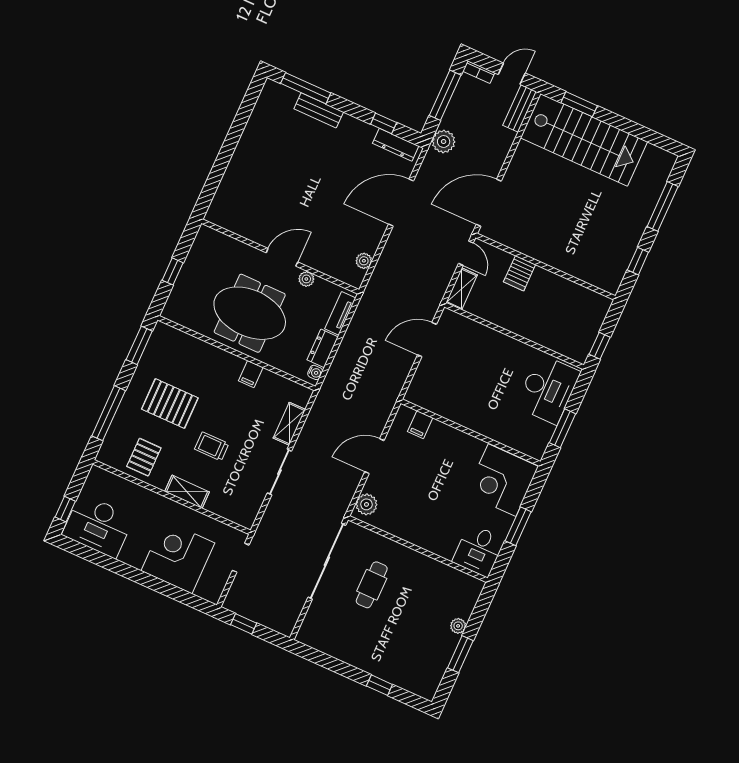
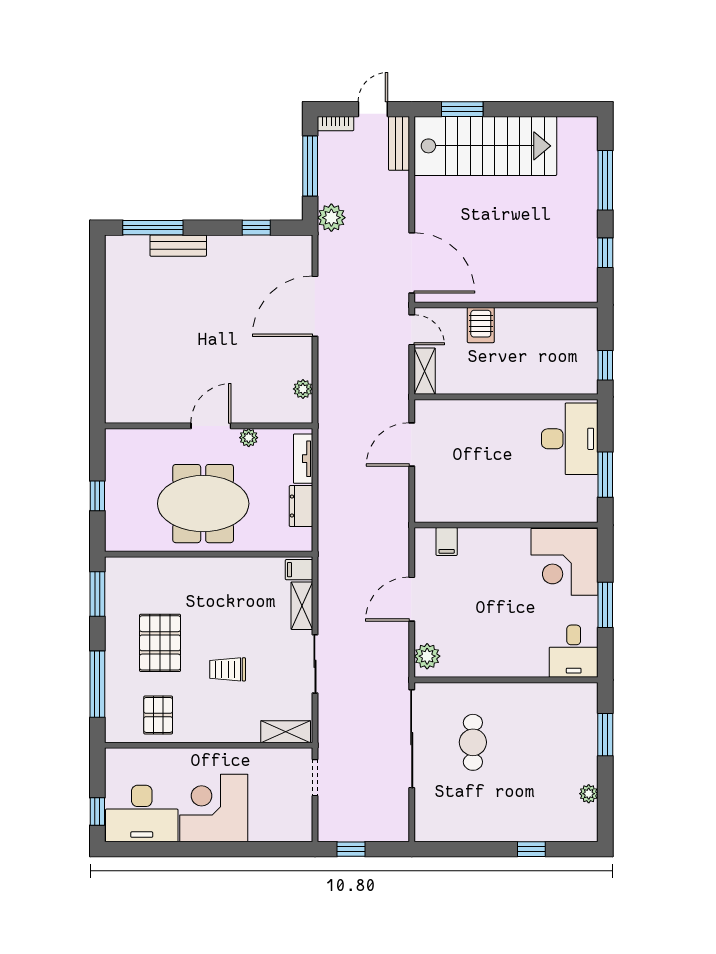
dresser: (396, 145) -> (280, 245), removed
door: (489, 203) -> (412, 263), swing flipped
water cooler: (315, 372) -> (305, 536), removed
filing cabinet: (251, 374) -> (299, 570), moved, turned 90
pallet: (170, 403) -> (160, 643), turned 90
shelving: (187, 492) -> (286, 732), moved
corner desk: (178, 557) -> (214, 808), moved
plant: (458, 626) -> (589, 794), moved
window: (460, 654) -> (605, 735), moved

